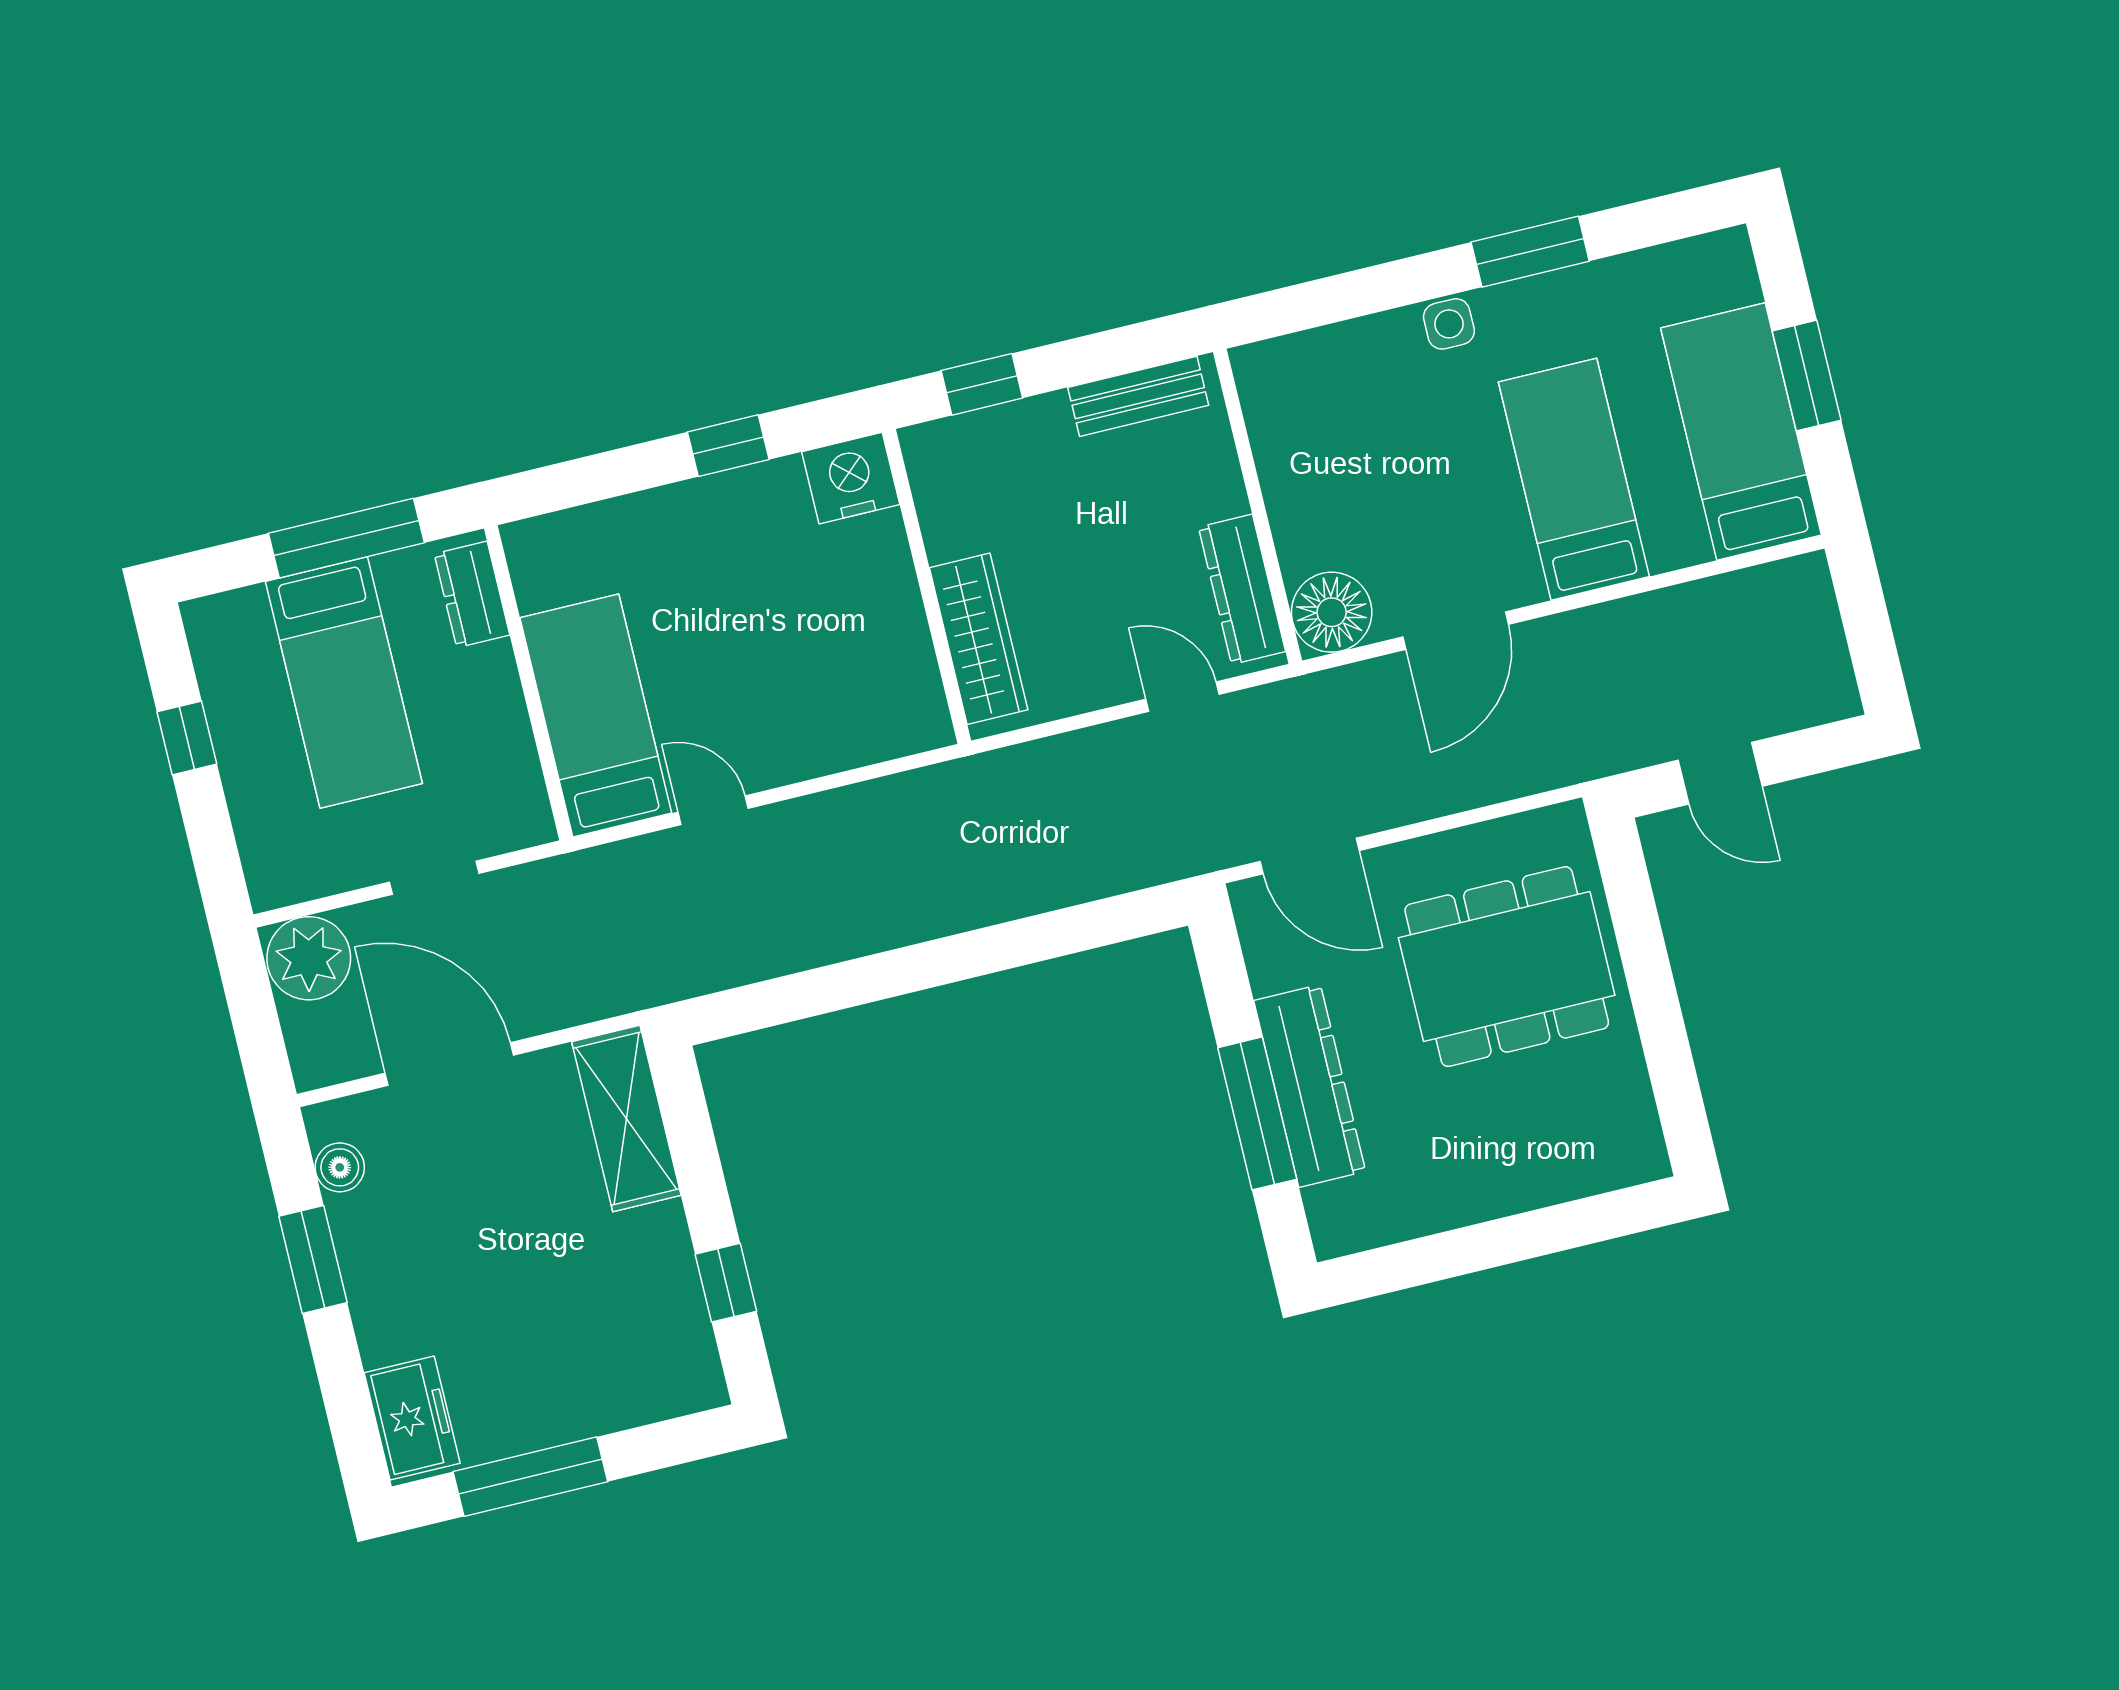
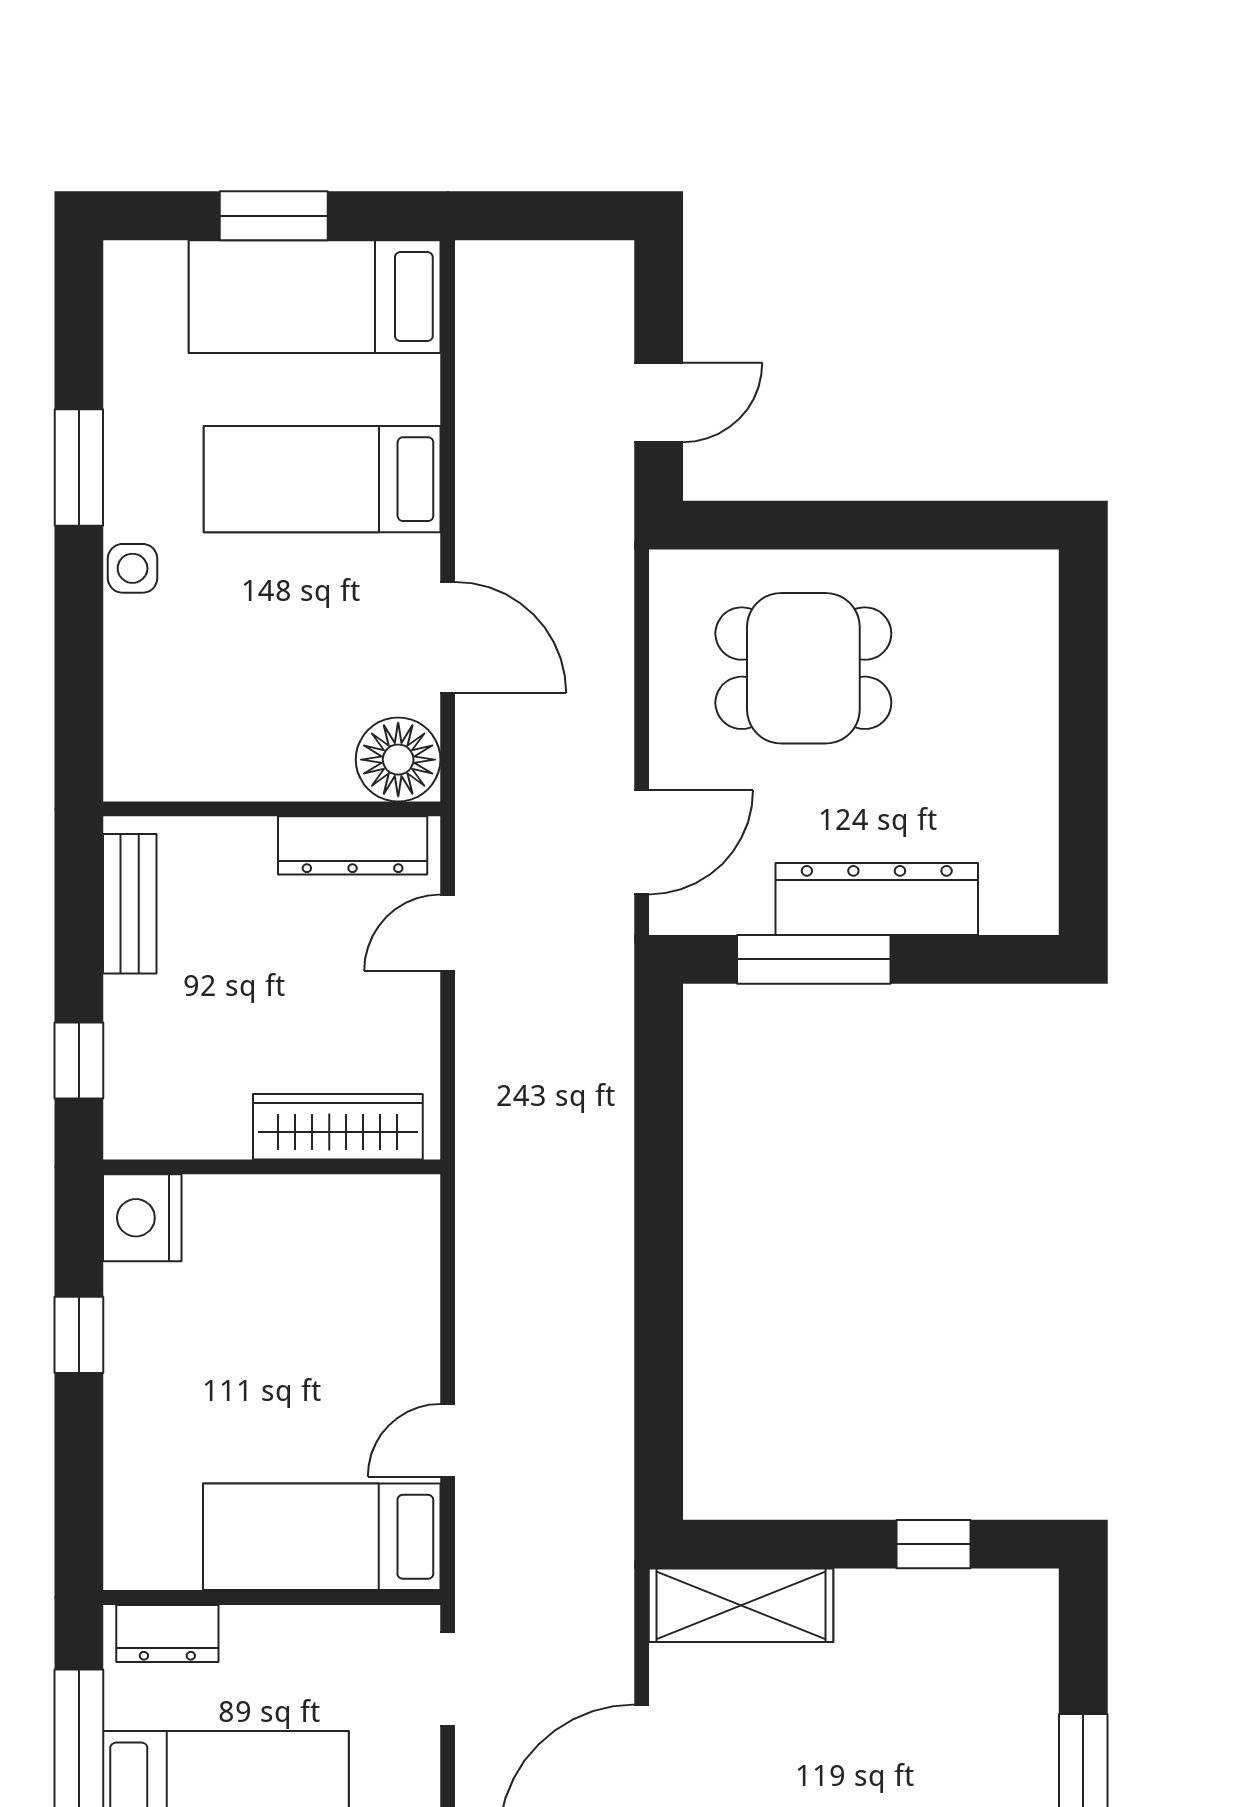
doorway: (434, 878) -> (448, 1679), moved
dining table: (1507, 967) -> (803, 668), width x0.73
window: (1257, 1113) -> (814, 959), moved

